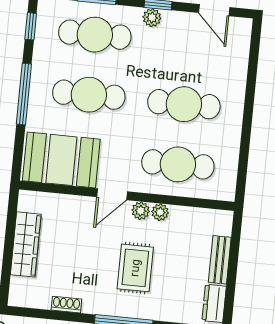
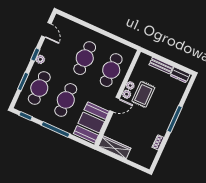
door: (214, 10) -> (46, 30), hinge flipped
door: (112, 194) -> (115, 105), hinge flipped
wardrobe: (26, 244) -> (115, 147), moved
rug: (135, 268) -> (143, 94), moved, turned 90

